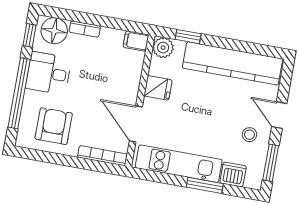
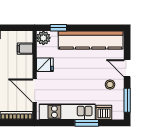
filing cabinet: (136, 41) -> (25, 49), moved

